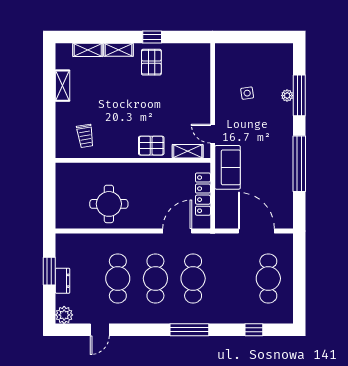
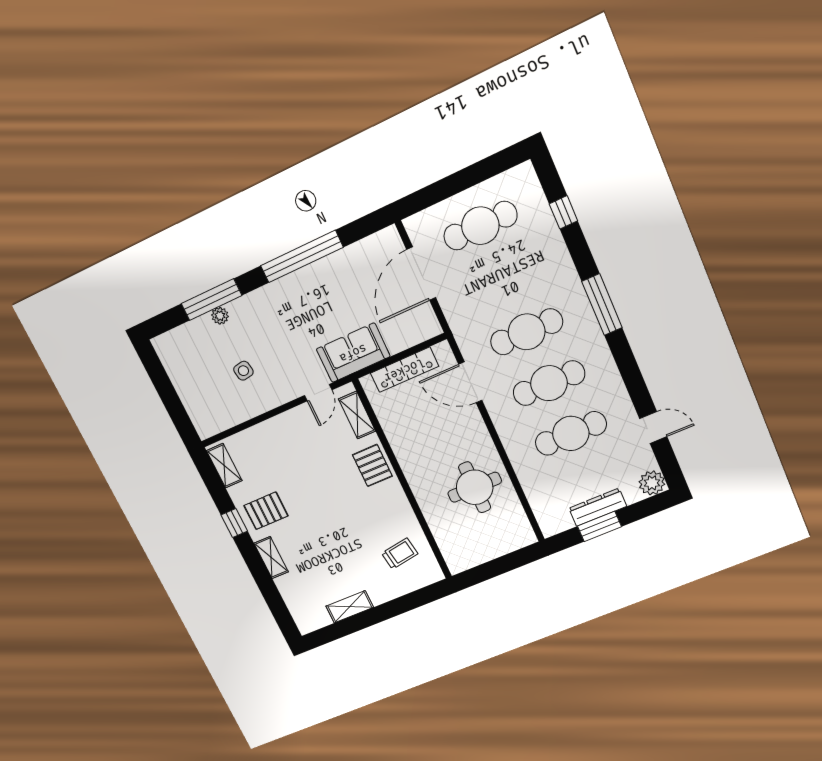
shelving: (88, 50) -> (224, 466), moved
dresser: (63, 281) -> (598, 507), width x1.44

